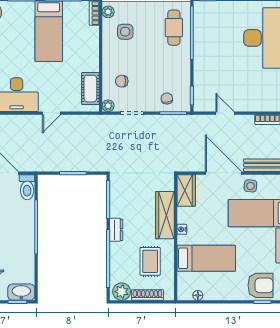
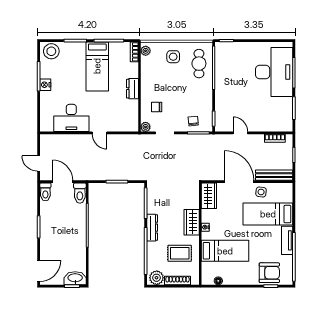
side table: (125, 32) -> (173, 57), moved
dresser: (92, 59) -> (132, 89), added
cot: (90, 89) -> (131, 113), removed
door: (51, 113) -> (100, 133), hinge flipped
wardrobe: (165, 215) -> (192, 222), width x0.67
dresser: (116, 230) -> (152, 228), width x1.44
rug: (150, 261) -> (180, 253), turned 90

